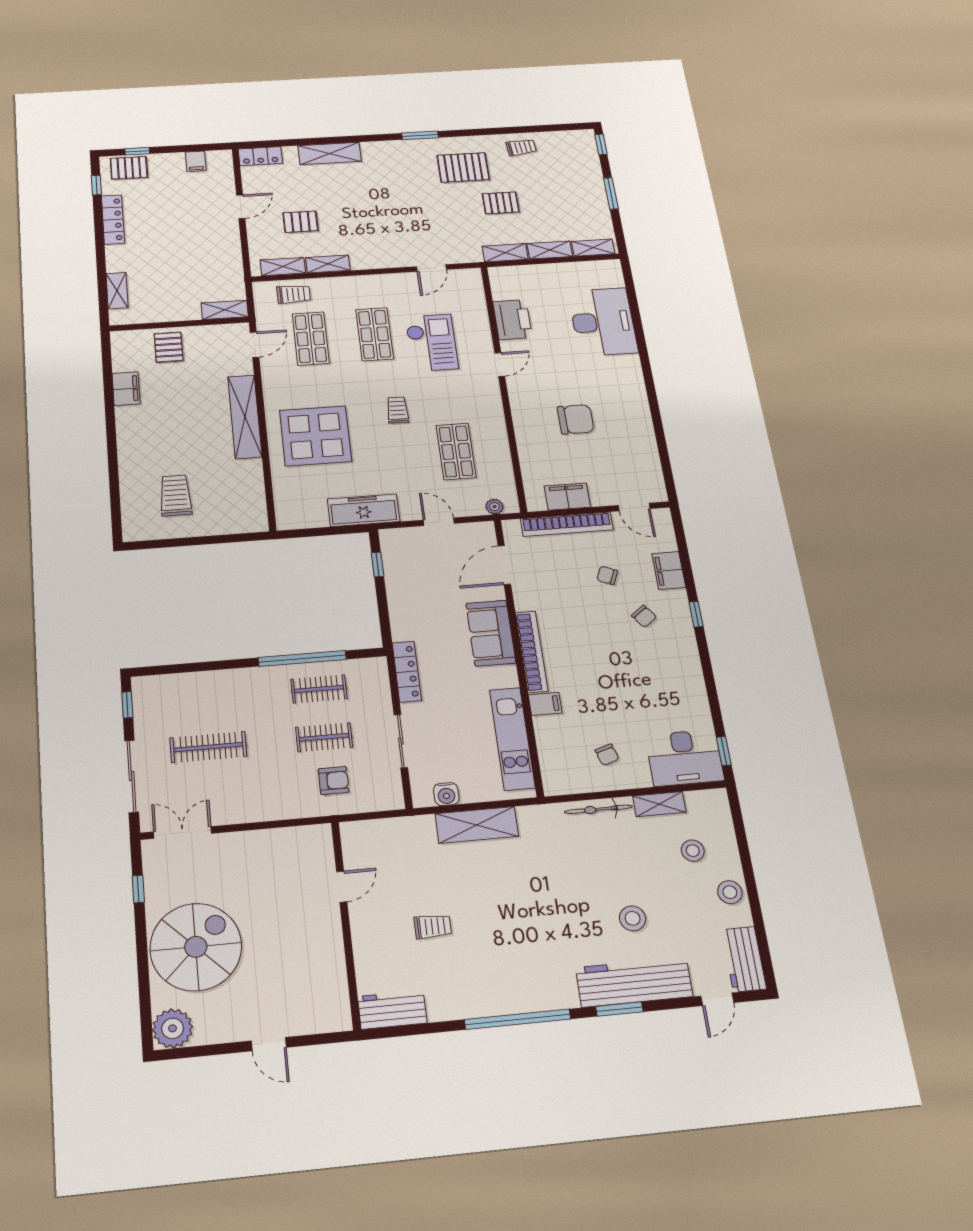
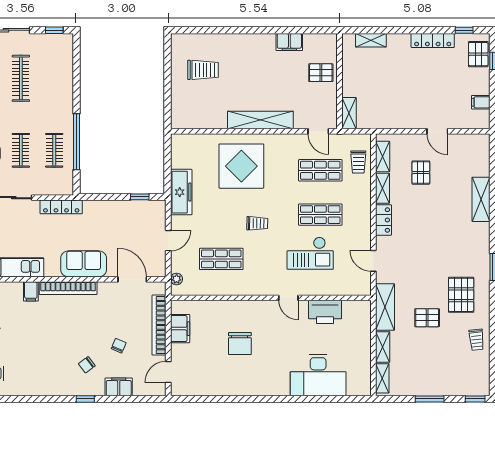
locker: (260, 156) -> (383, 220), moved, turned 180
pallet: (501, 203) -> (427, 318), turned 90
shelving: (505, 253) -> (385, 307), width x1.50, depth x1.33

